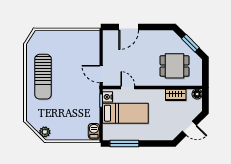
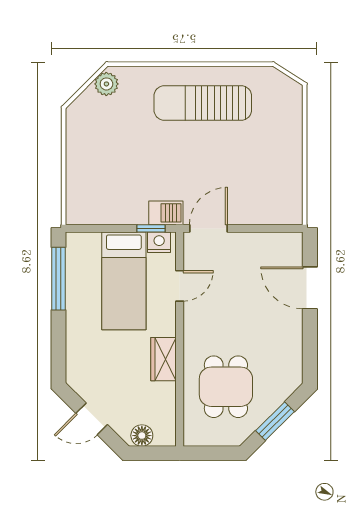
floor lamp: (197, 94) -> (142, 436), moved
wardrobe: (176, 95) -> (163, 359), moved
door: (189, 128) -> (92, 419), hinge flipped
barbecue: (94, 131) -> (166, 213), moved
plant: (45, 132) -> (106, 84), moved

